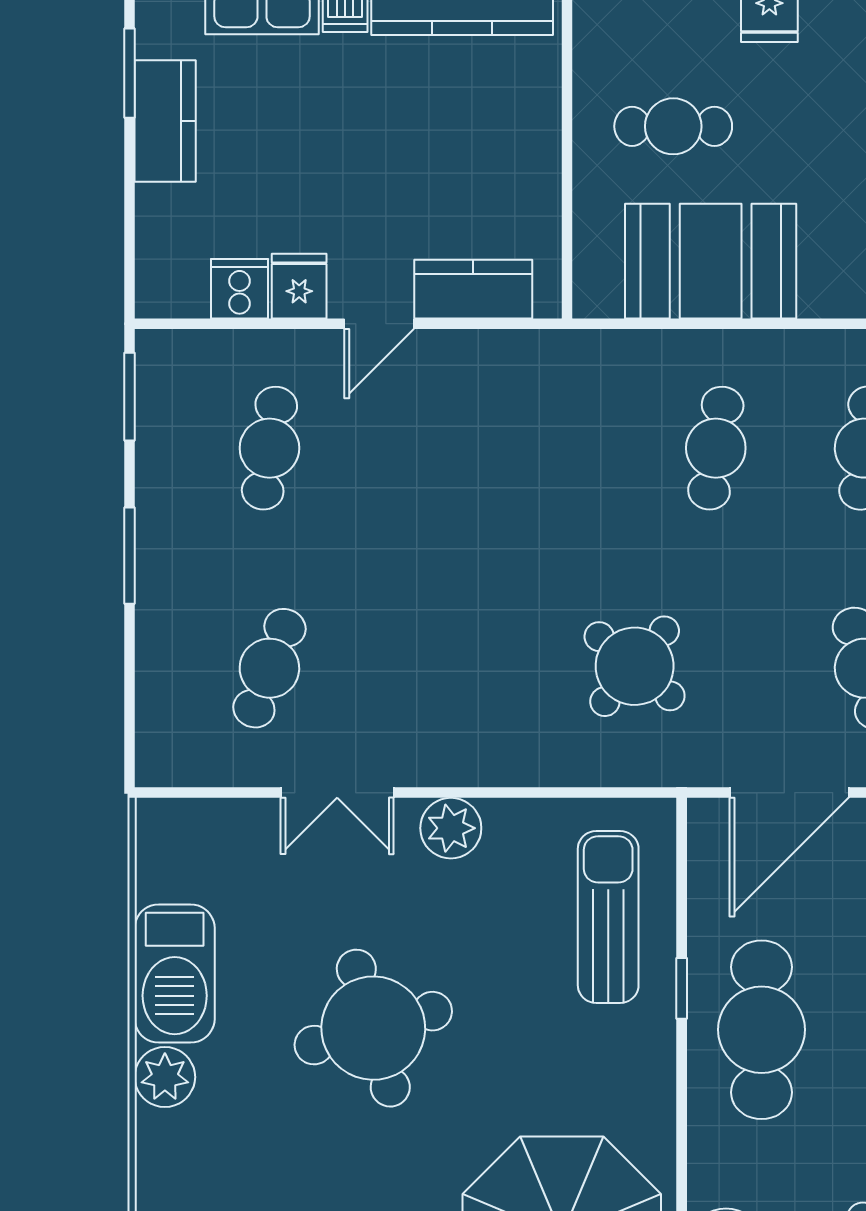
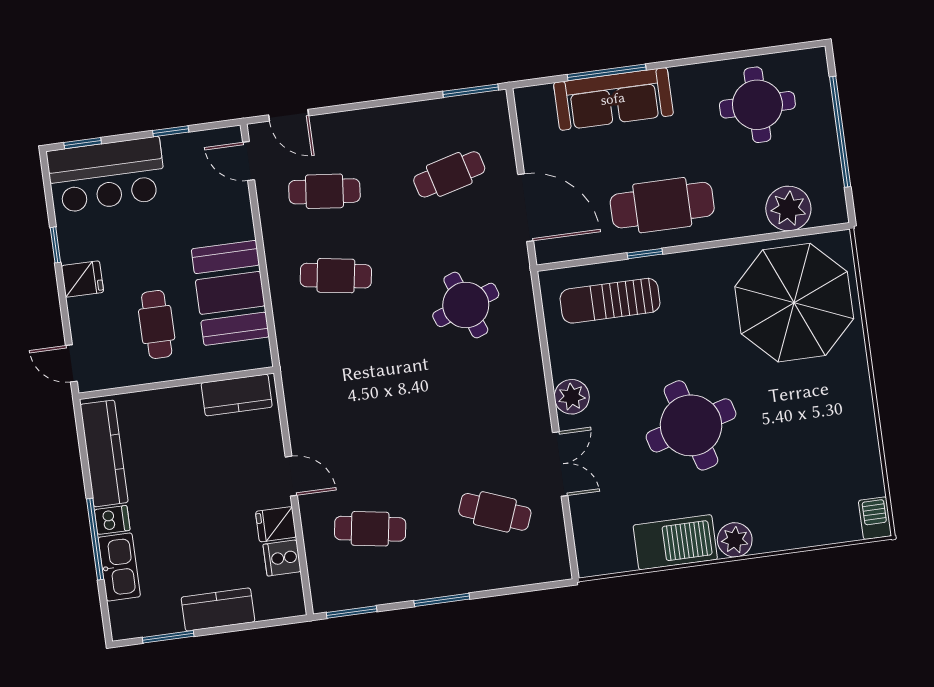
kitchen counter: (165, 121) -> (218, 610), moved
kitchen counter: (473, 289) -> (237, 395), moved, turned -90
round table: (635, 666) -> (466, 305), turned 30

